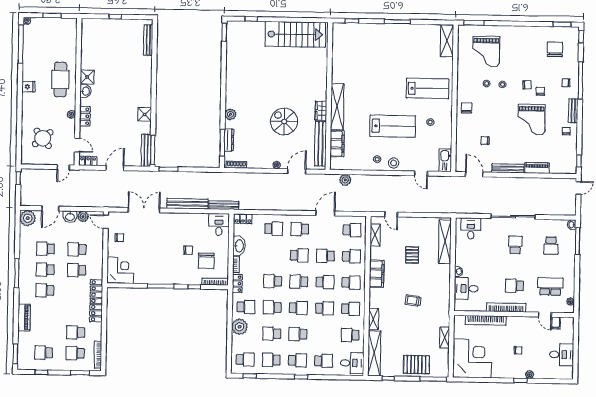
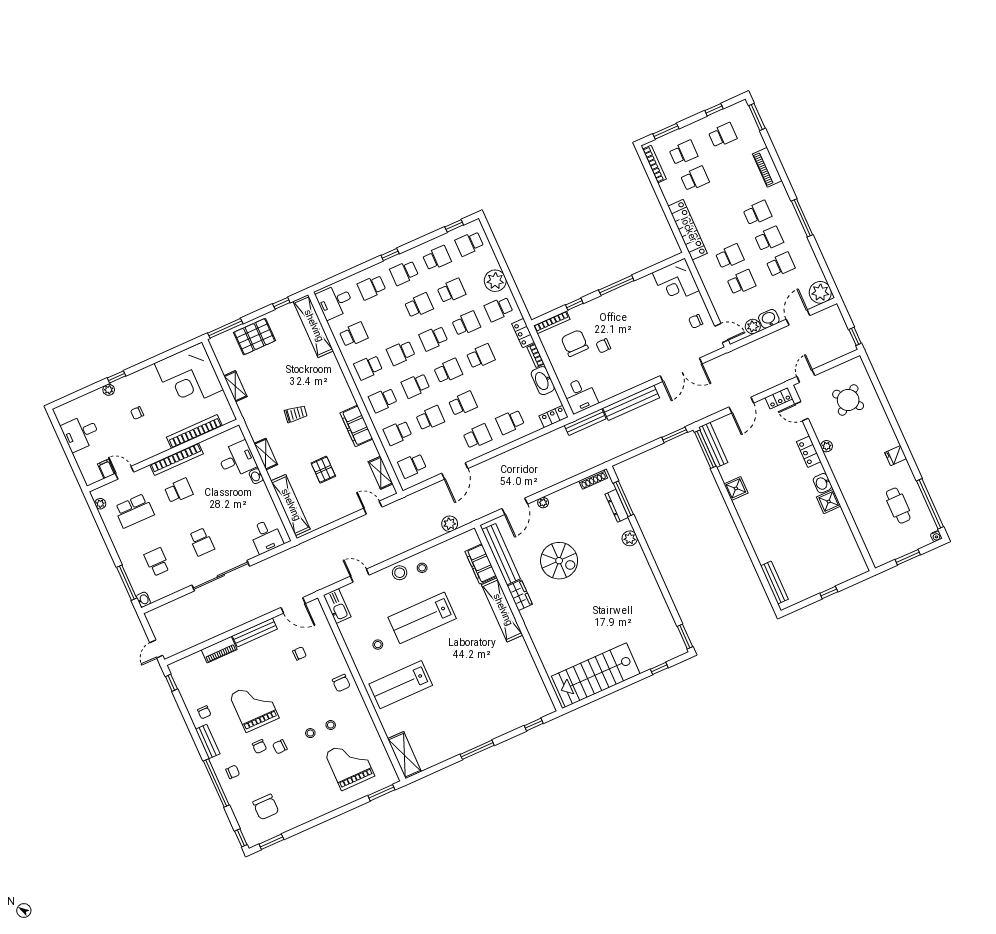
cafe table: (60, 79) -> (898, 506), moved, width x0.73, depth x0.74
school desk: (299, 255) -> (463, 404), turned 180
shelving: (373, 319) -> (266, 454), moved

